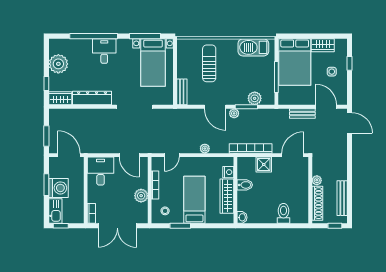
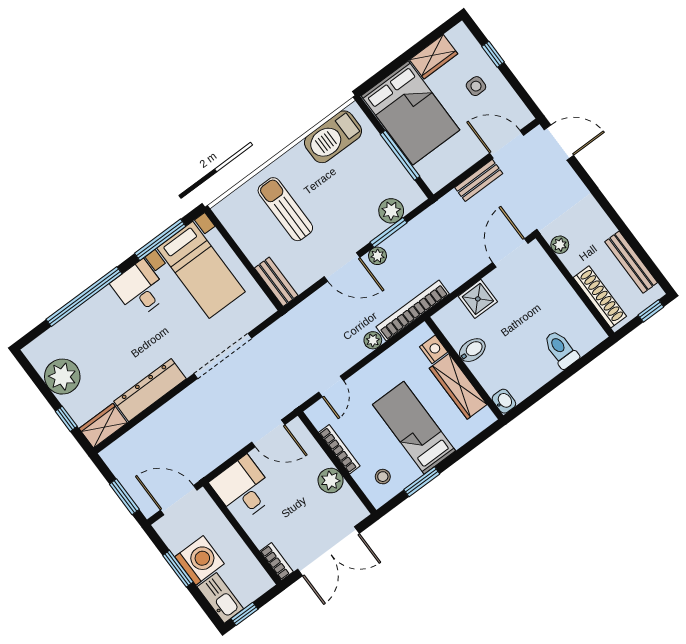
desk: (104, 51) -> (140, 289), moved
bookcase: (251, 148) -> (413, 310), moved
plant: (317, 180) -> (560, 245), moved

